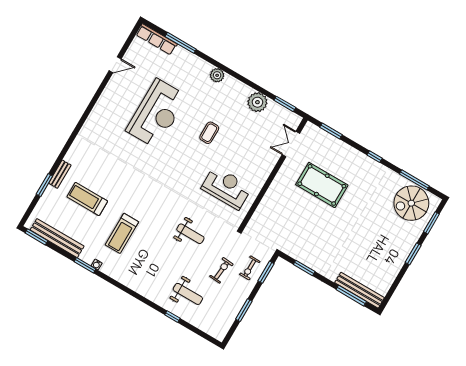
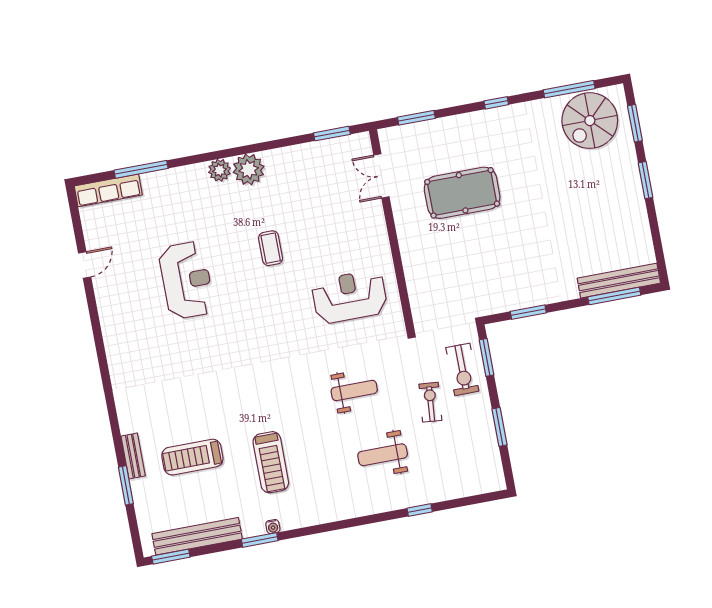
plant: (257, 102) -> (249, 169), moved
reception desk: (157, 113) -> (186, 280), width x0.74, depth x0.77
exercise bike: (250, 268) -> (462, 369), width x1.38, depth x1.39
weight bench: (188, 294) -> (383, 455), moved, turned 180

